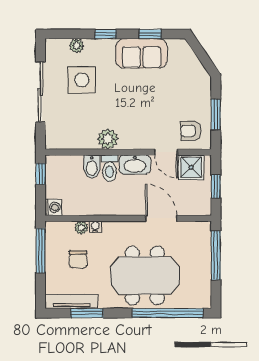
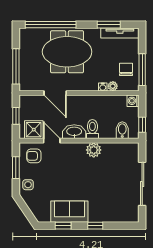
plant: (77, 46) -> (116, 217), removed
side table: (82, 80) -> (28, 185), moved, width x0.54, depth x0.54
armchair: (191, 131) -> (34, 156), turned 180
bidet: (92, 167) -> (122, 130), moved
chair: (78, 259) -> (126, 69), moved

